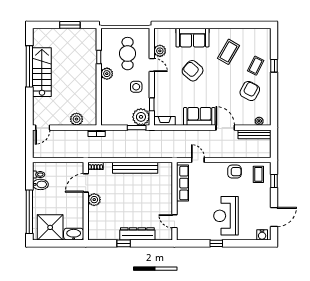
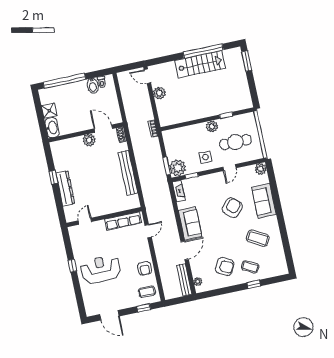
window: (70, 25) -> (247, 61), moved
plant: (160, 51) -> (261, 169), moved
plant: (77, 119) -> (159, 93), moved
shower: (50, 227) -> (49, 111), width x0.54, depth x0.54
water cooler: (262, 235) -> (90, 308), removed

